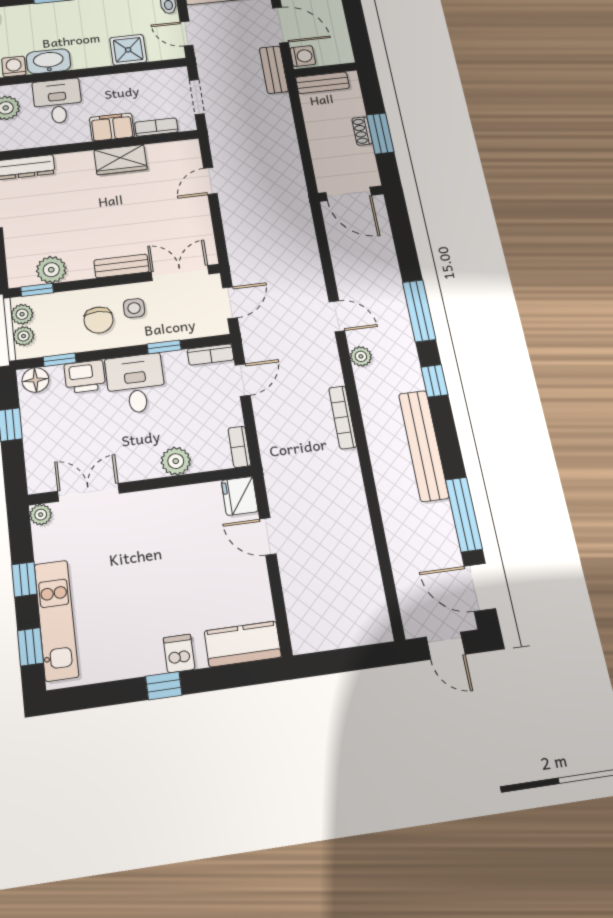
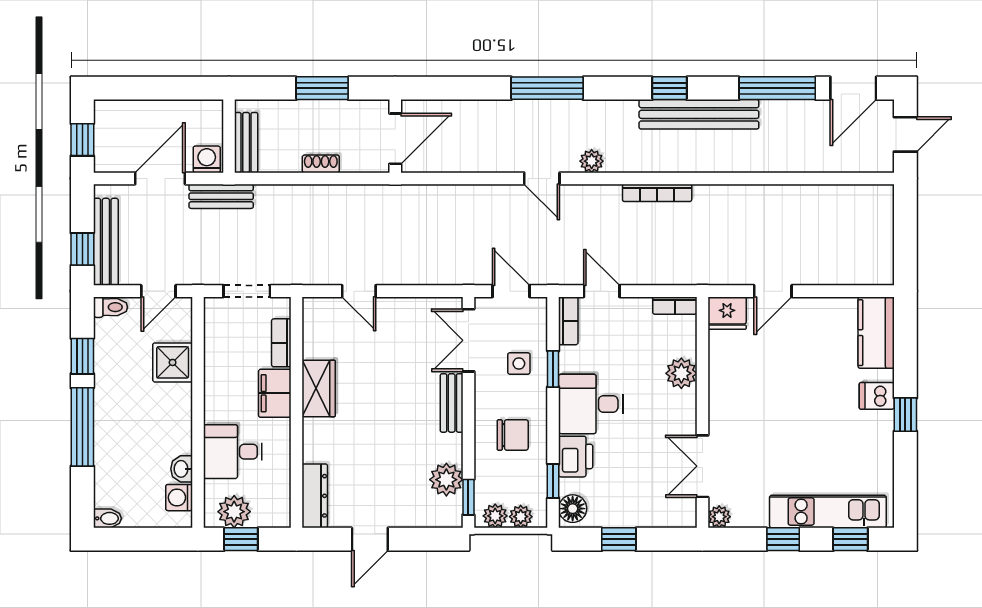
washbasin: (48, 61) -> (182, 469), width x0.52, depth x0.69
shoe rack: (362, 131) -> (321, 164), moved, turned 180
side table: (134, 308) -> (519, 363), moved
door: (337, 316) -> (542, 178), swing flipped
window: (434, 381) -> (669, 88), moved

